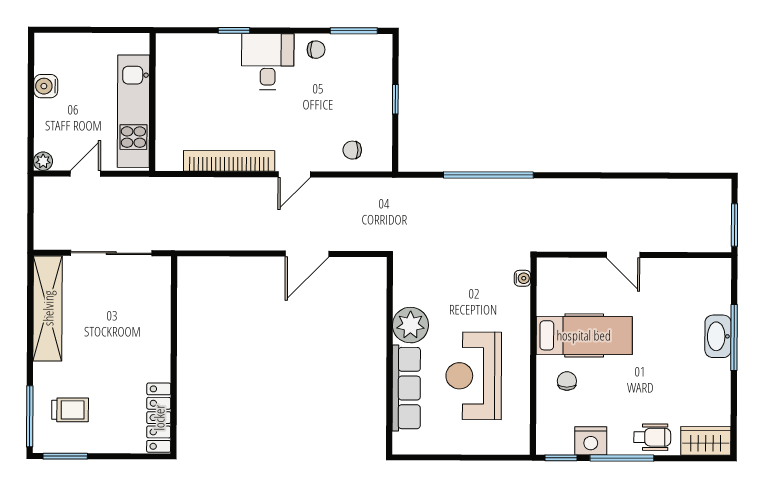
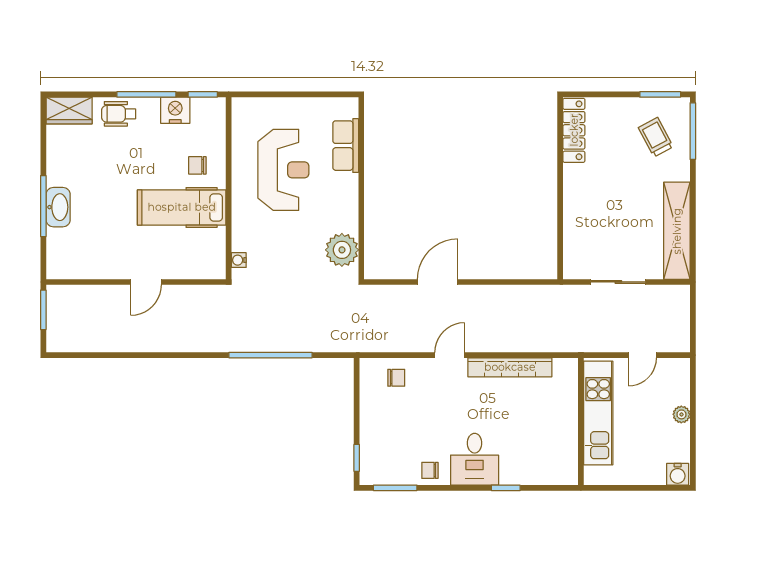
water cooler: (46, 86) -> (678, 474), moved, turned 90
window: (395, 99) -> (357, 458), moved
plant: (43, 161) -> (681, 414), moved
sliding door: (111, 253) -> (618, 282), width x0.73
door: (623, 255) -> (146, 282), swing flipped
plant: (410, 325) -> (342, 250), moved
chair: (567, 381) -> (197, 165), turned 90
row of seats: (406, 388) -> (346, 146), width x0.68
trolley: (70, 410) -> (656, 137), turned 62

